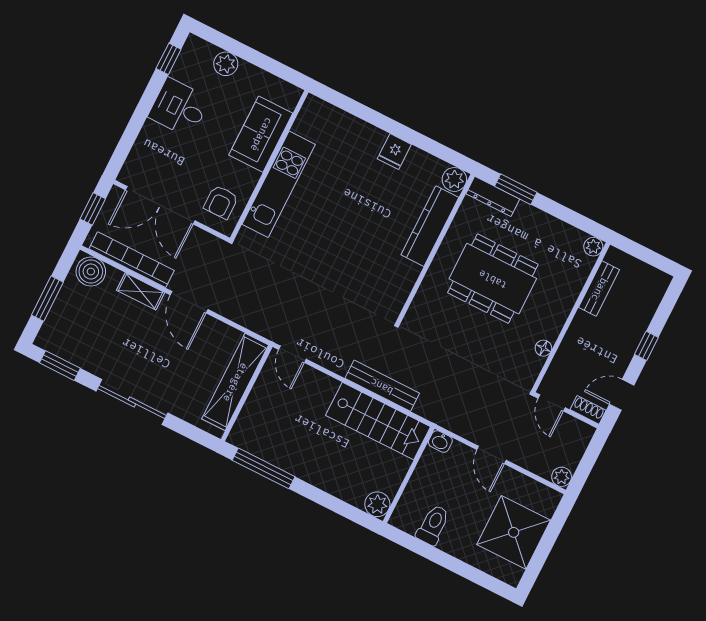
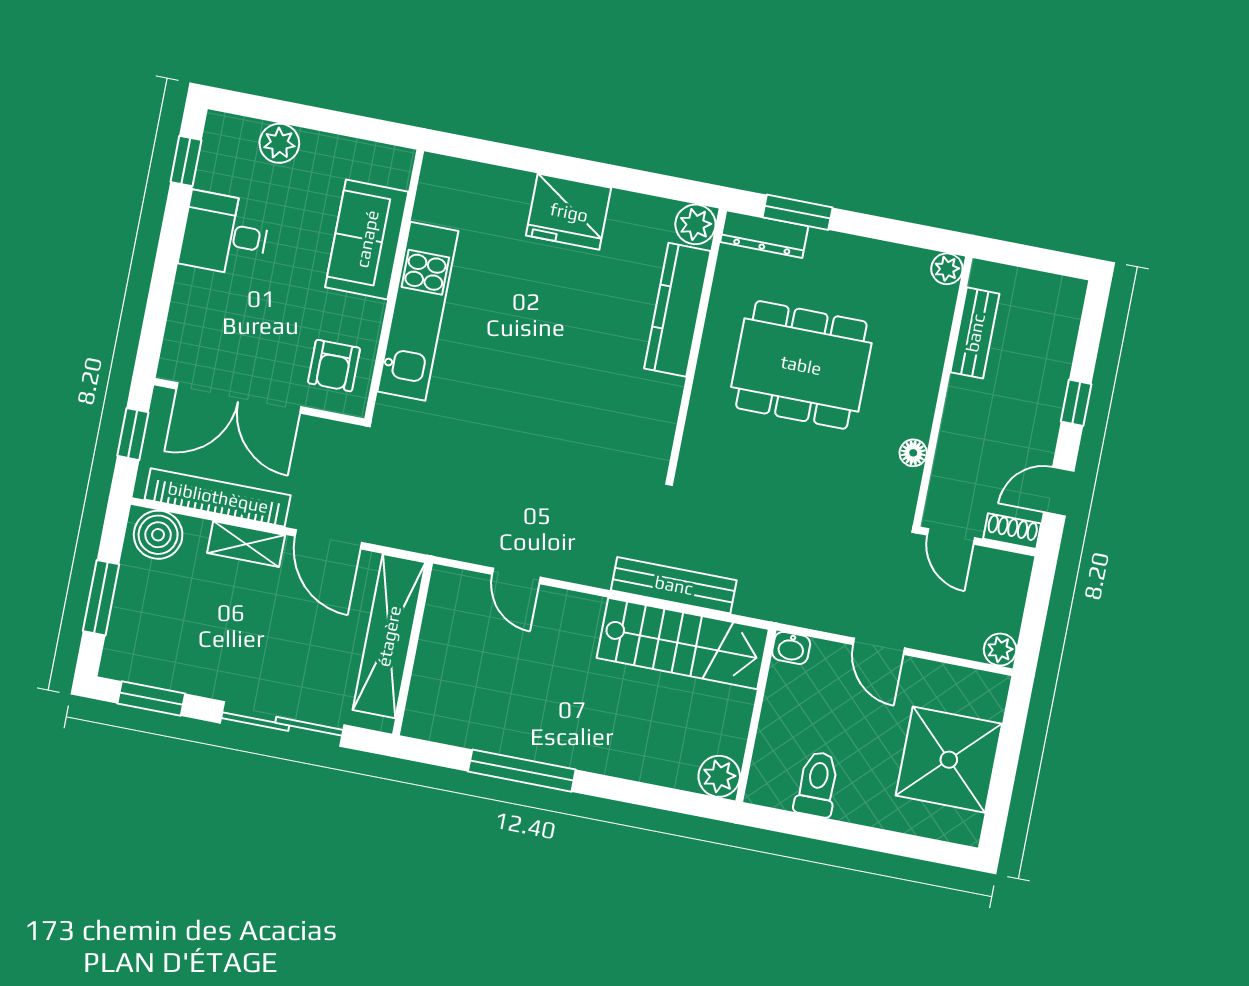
fridge: (394, 152) -> (569, 212), width x1.88, depth x1.34
shelving: (235, 382) -> (389, 636), moved
wall: (247, 393) -> (413, 649), moved

